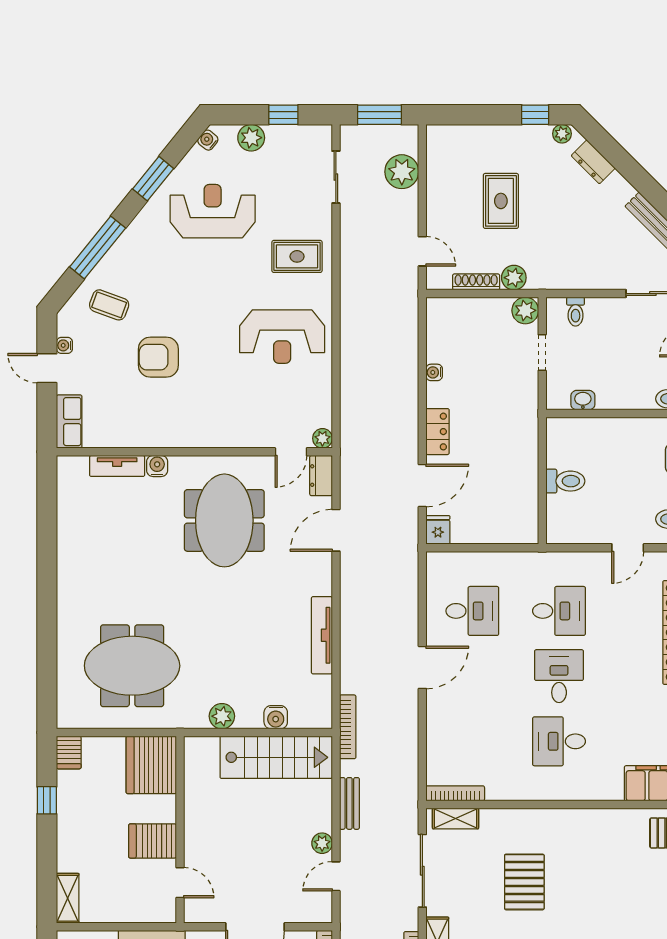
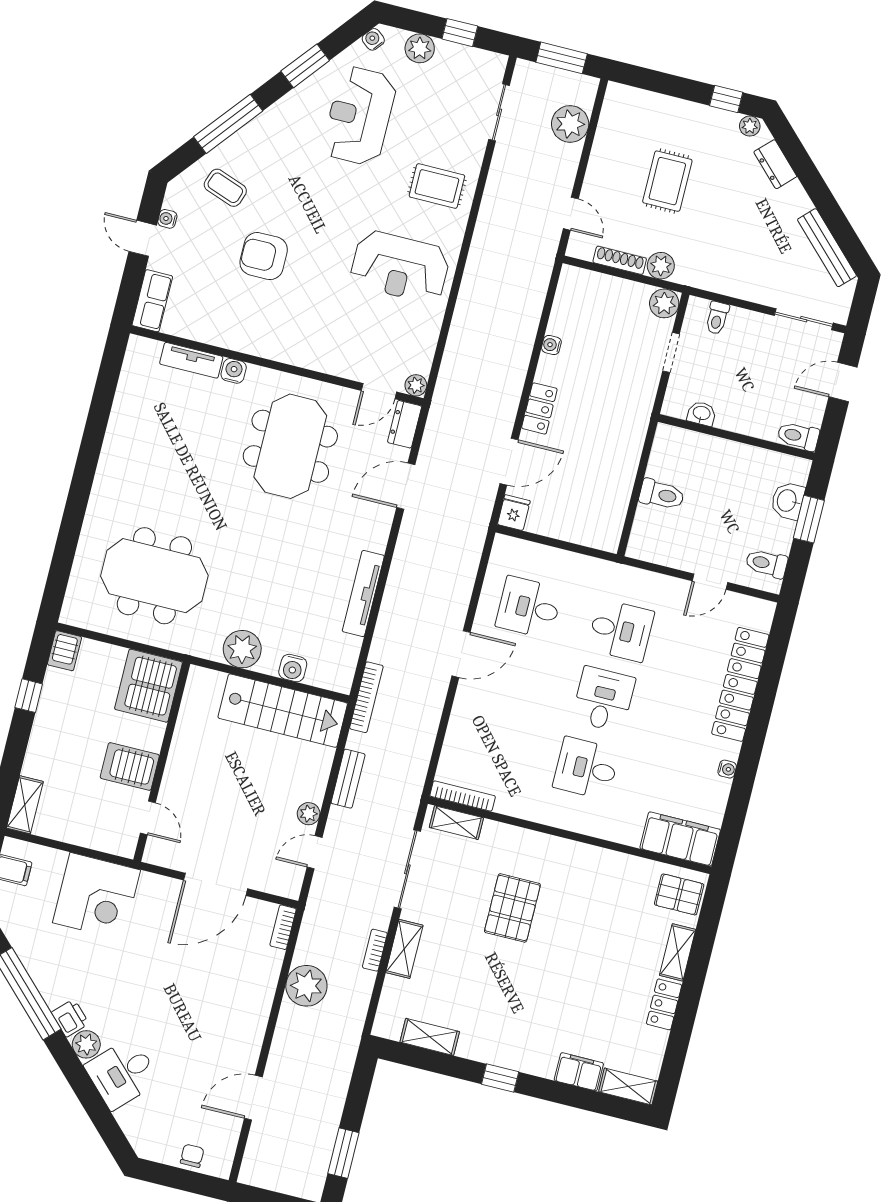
reception desk: (213, 211) -> (359, 116), turned -90
desk: (472, 611) -> (529, 607), turned 180
plant: (222, 716) -> (242, 649), width x1.36, depth x1.36

